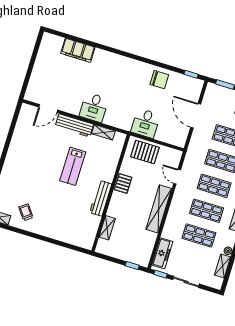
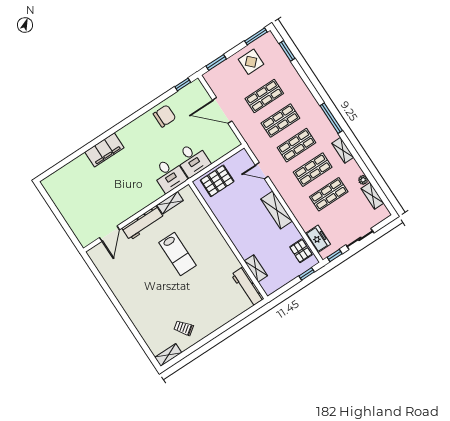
filing cabinet: (78, 50) -> (104, 150), moved
desk: (94, 107) -> (169, 175), moved
pallet: (123, 184) -> (301, 251), moved
workbench: (101, 198) -> (248, 287), moved
shelving: (159, 209) -> (277, 210), width x0.68
freezer: (162, 253) -> (318, 239), width x0.71

